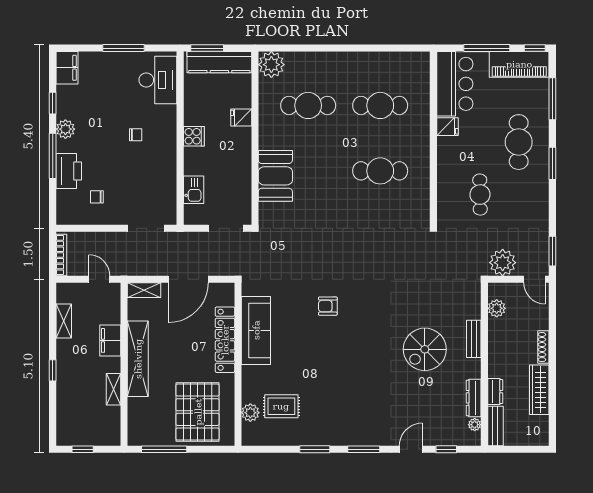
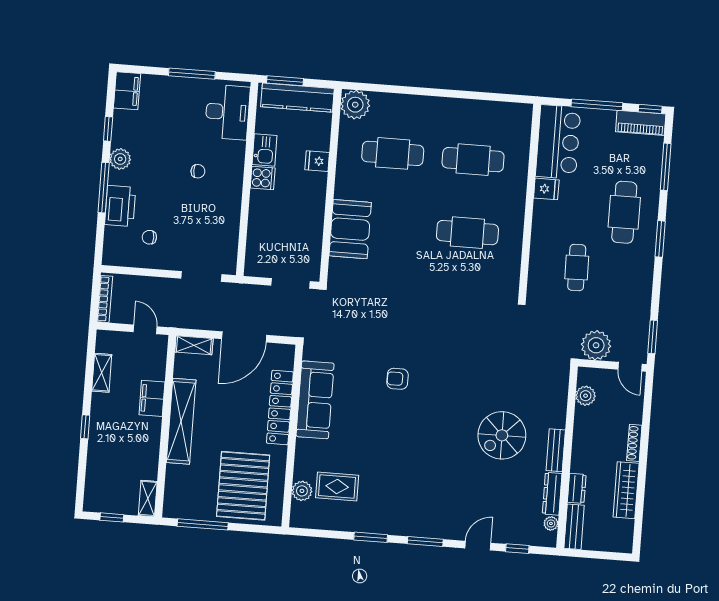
piano: (519, 64) -> (641, 123), width x0.73, depth x0.75
kitchen sink: (194, 190) -> (265, 150), moved
bench: (474, 339) -> (556, 450), moved
shelving: (113, 389) -> (148, 498), moved

